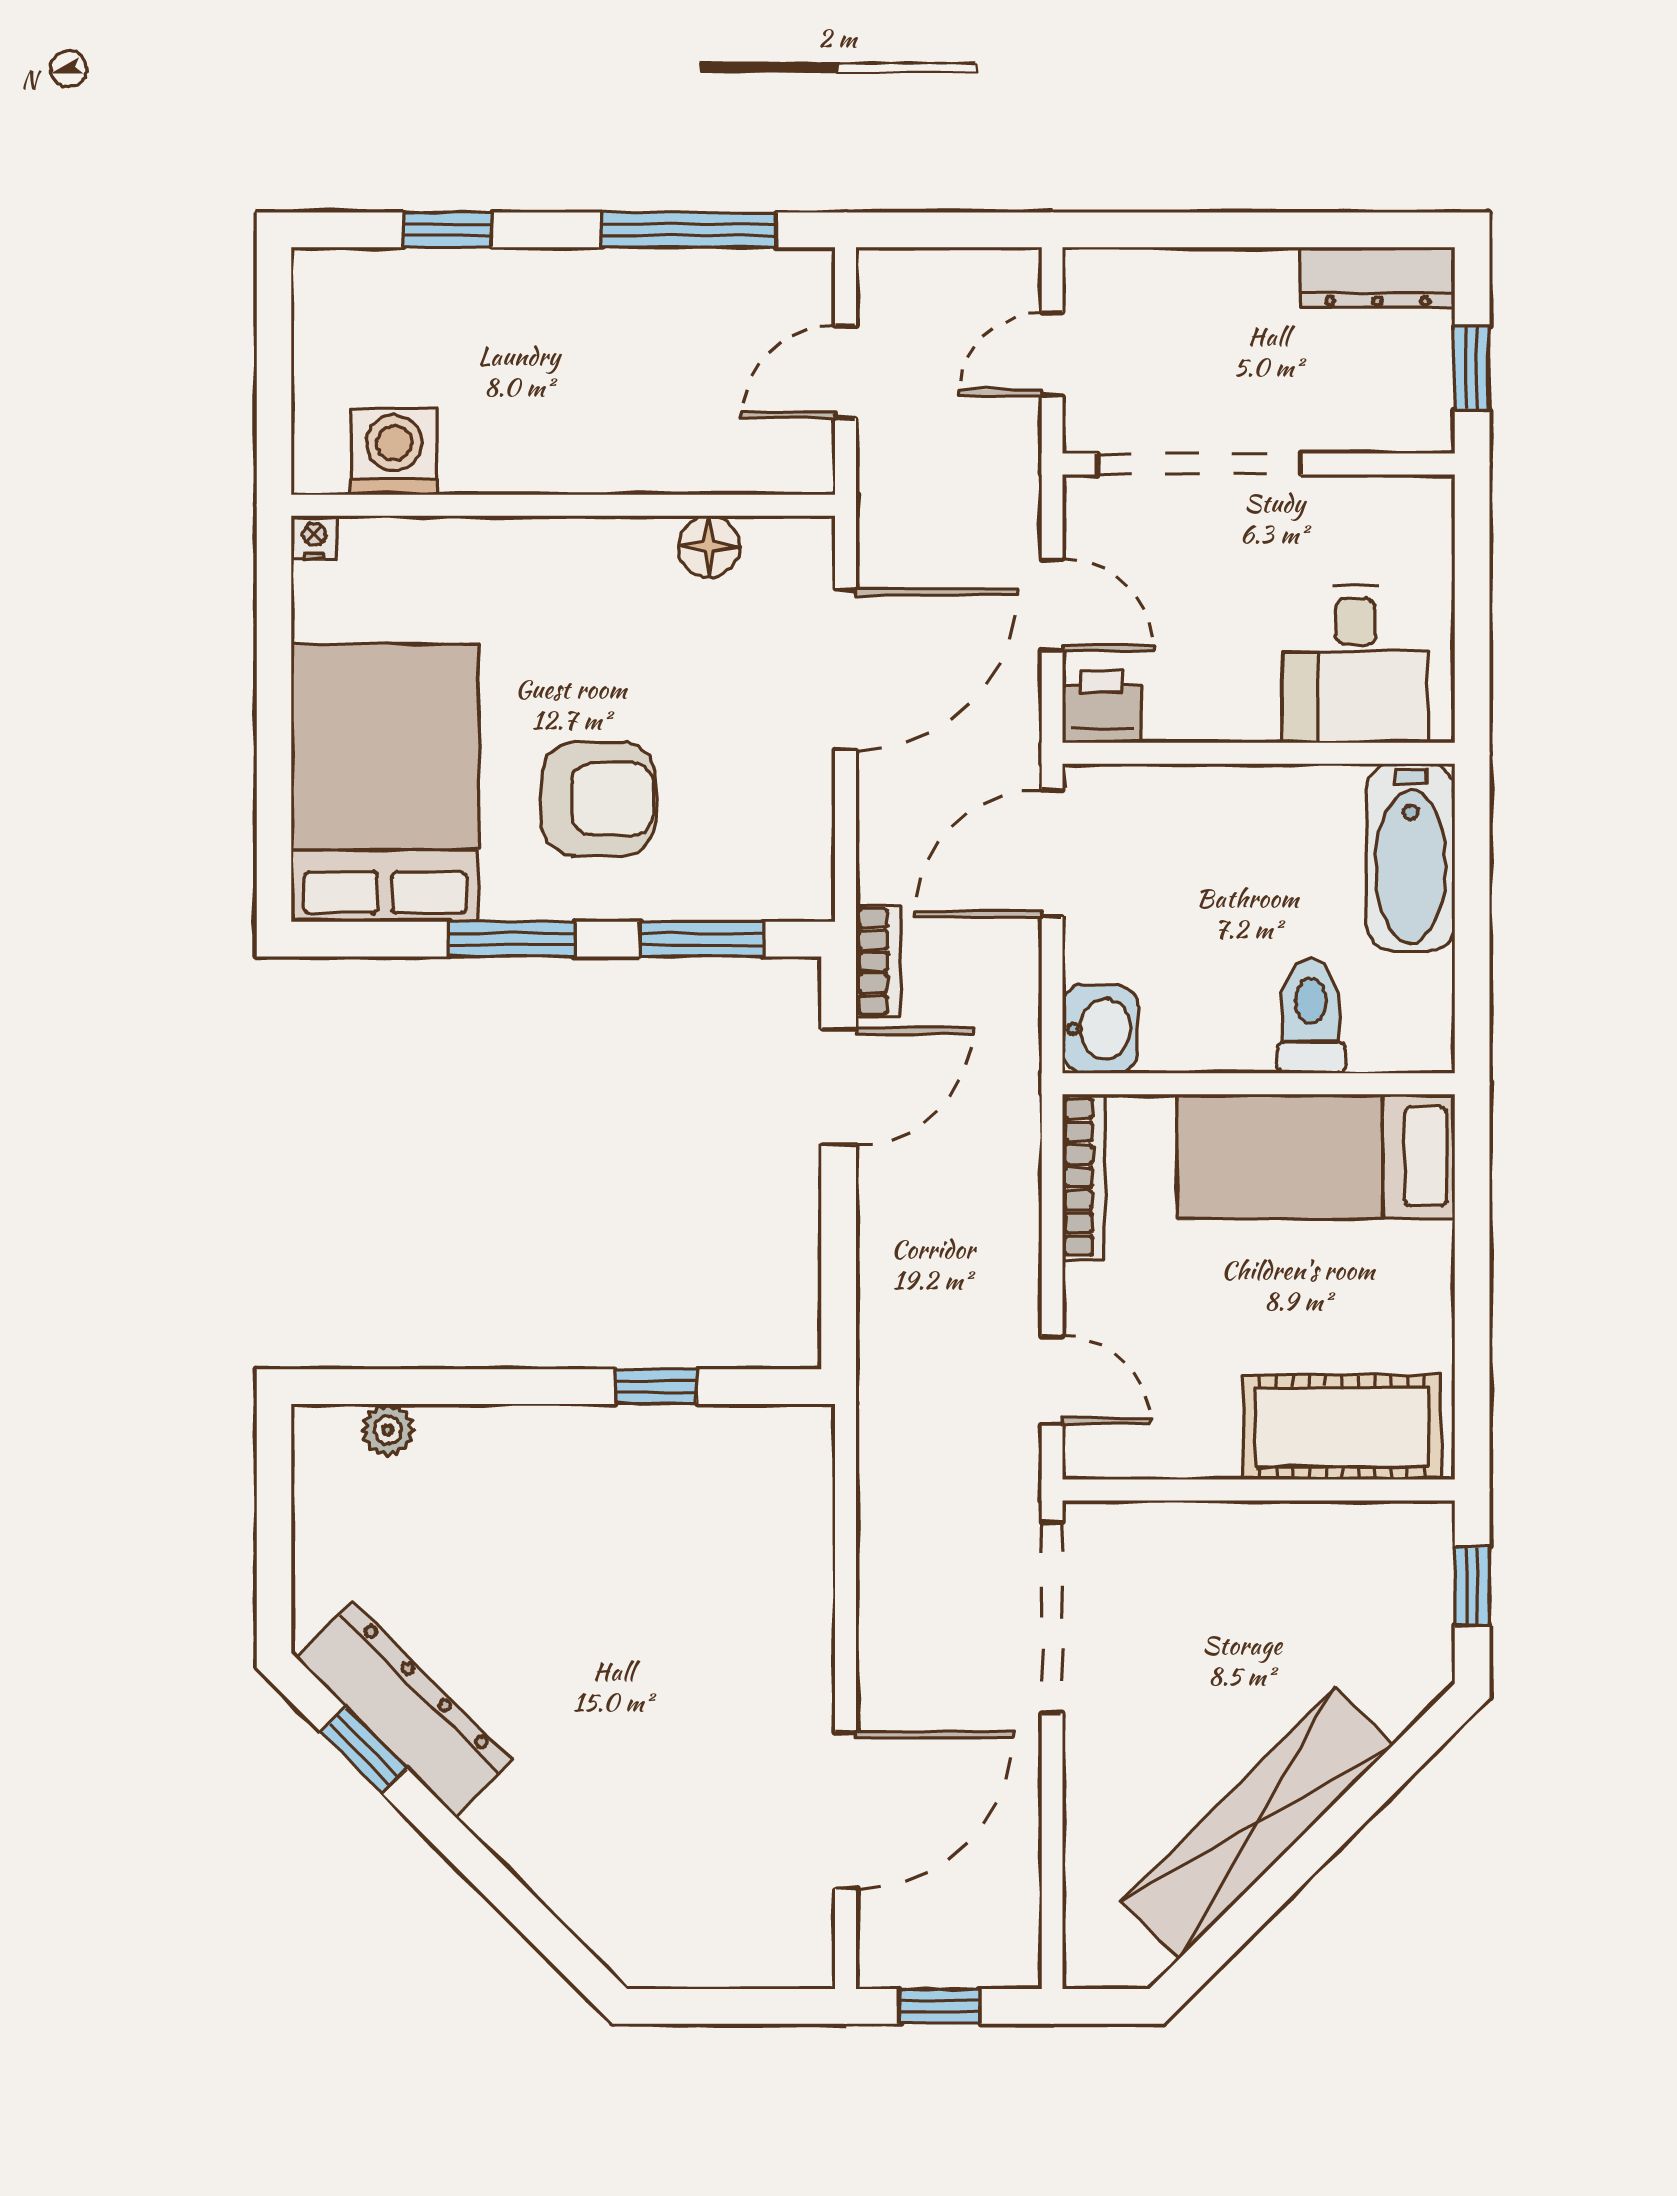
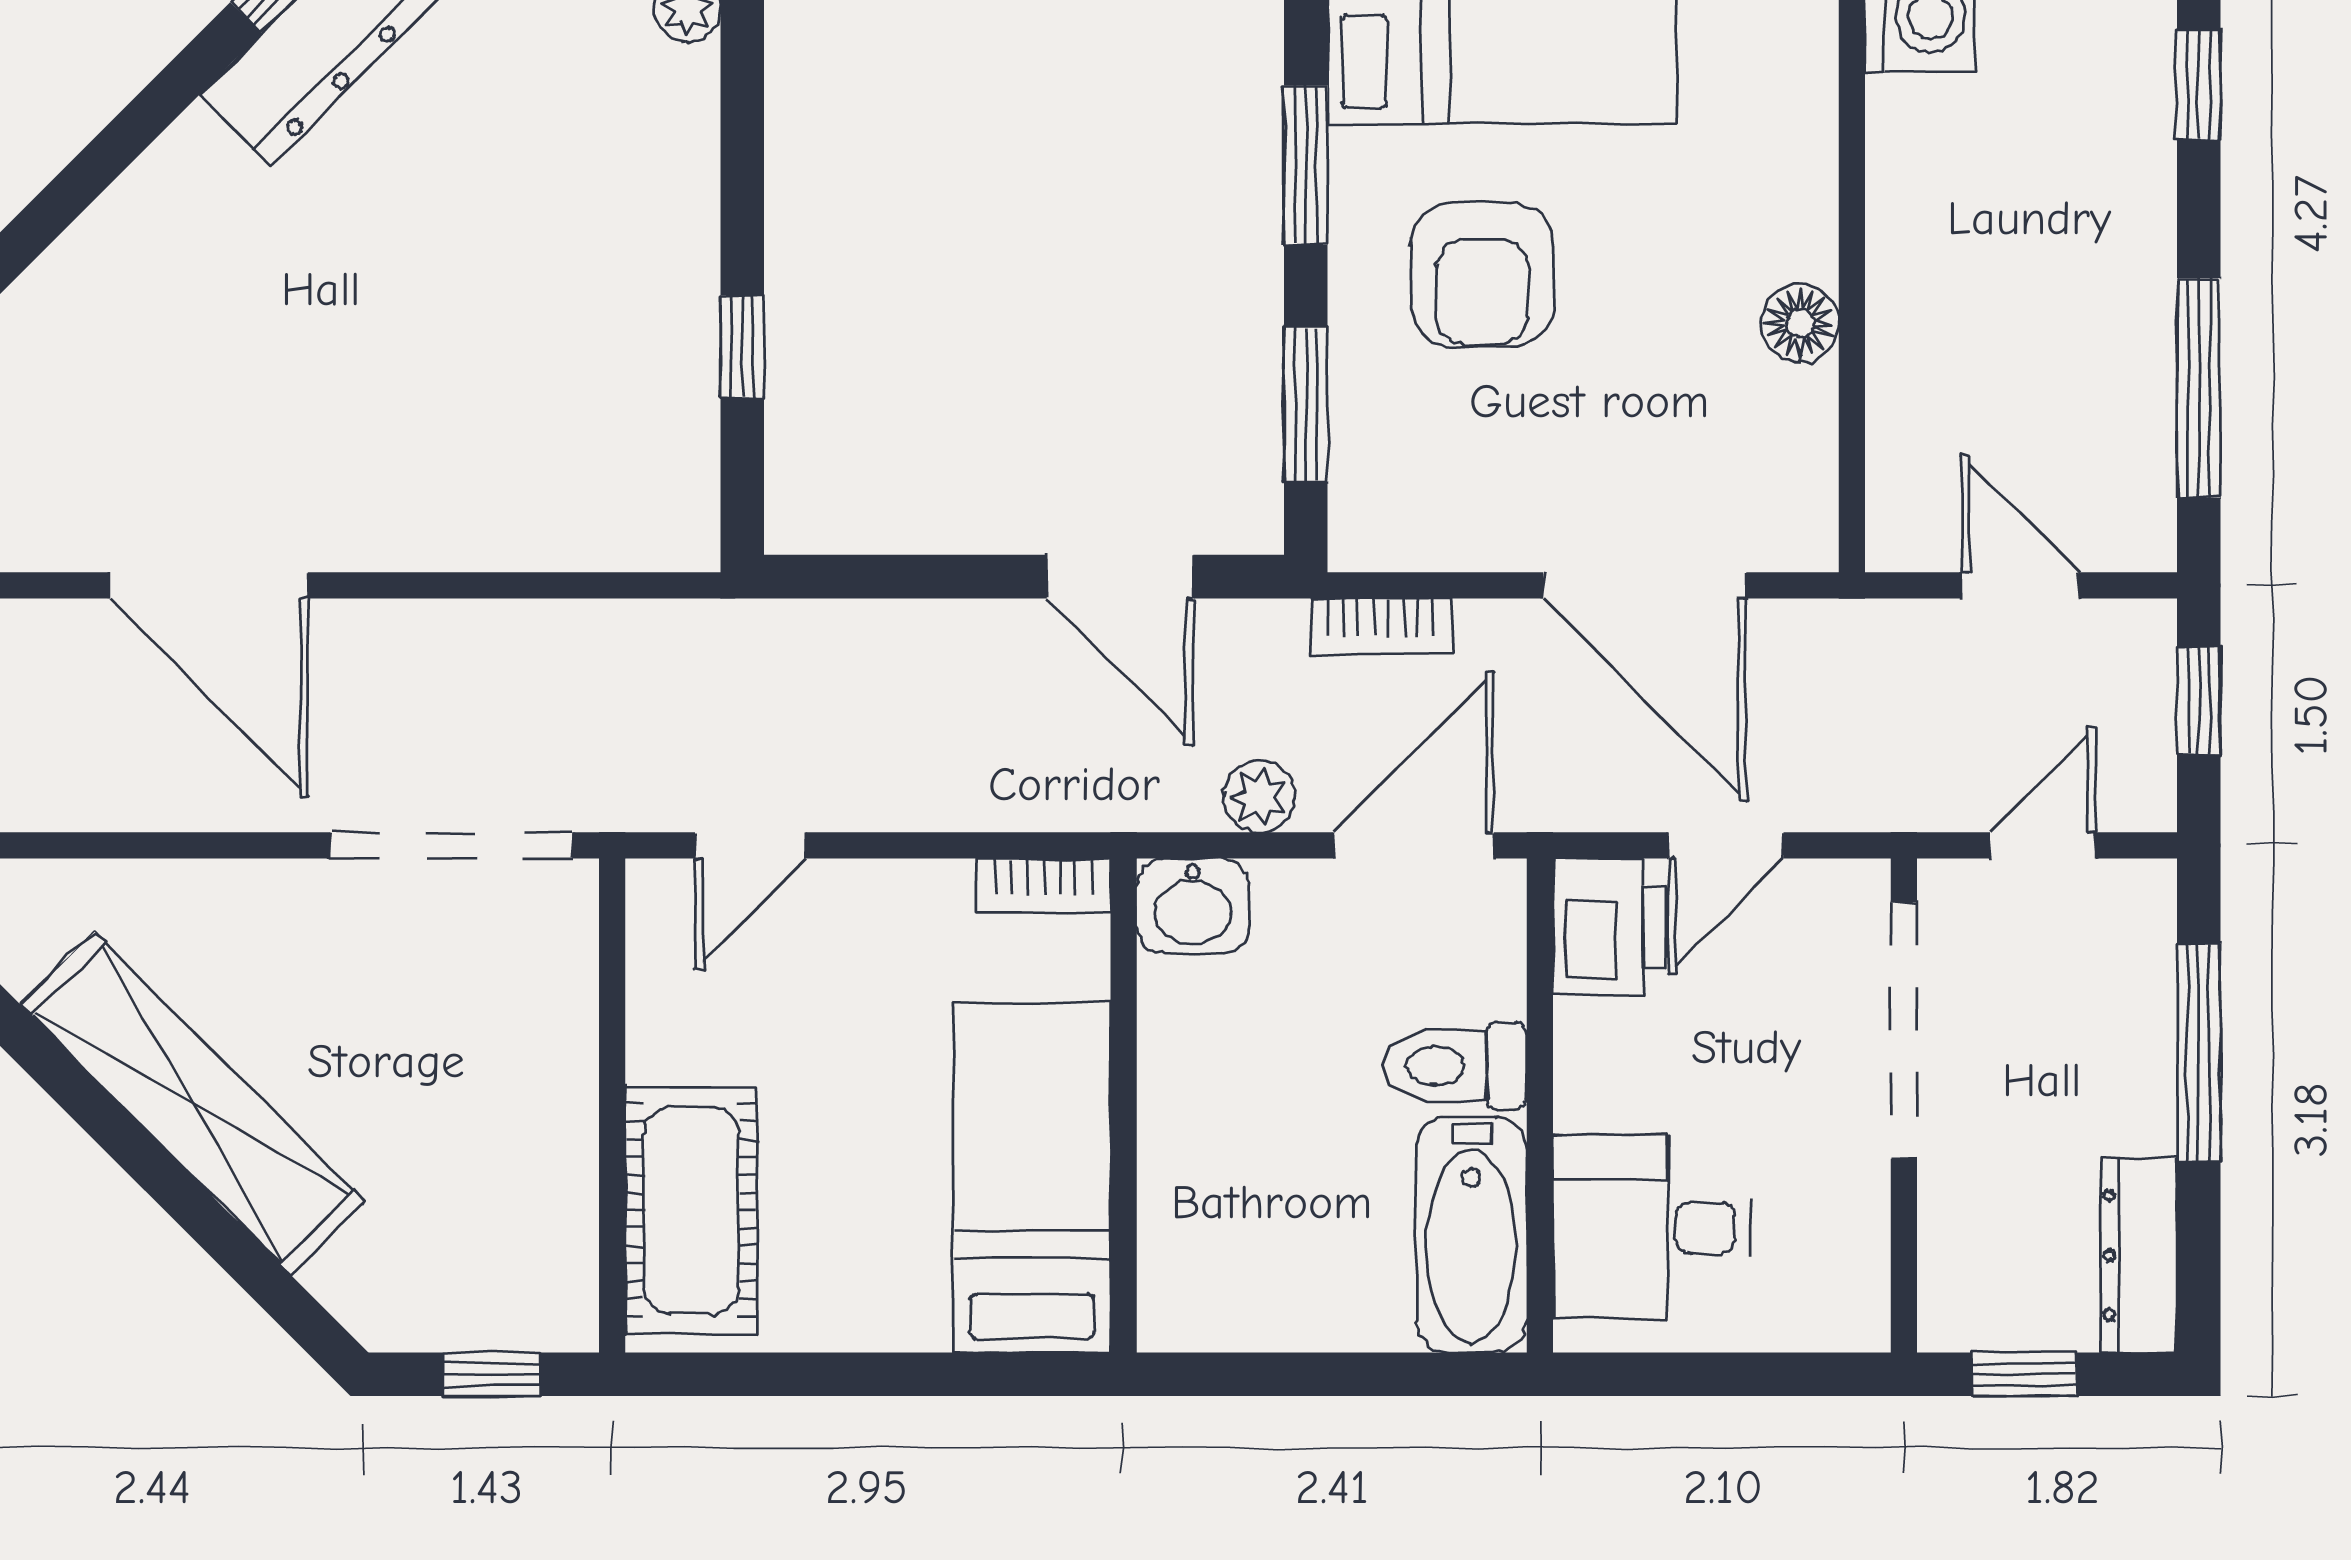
window: (937, 230) -> (2199, 701), added
window: (1216, 230) -> (2199, 1052), added
door: (1052, 354) -> (2042, 845), hinge flipped
floor lamp: (709, 547) -> (1800, 323), moved
printer: (1102, 707) -> (1609, 926), width x1.36, depth x1.24
door: (1052, 853) -> (1414, 845), hinge flipped
bathtub: (1411, 857) -> (1471, 1235), moved, turned -90
bookcase: (878, 961) -> (1381, 627), moved
plant: (1013, 976) -> (1259, 797), added
toilet: (1311, 1016) -> (1455, 1066), moved, turned 180
bookcase: (1084, 1177) -> (1044, 885), width x0.64

